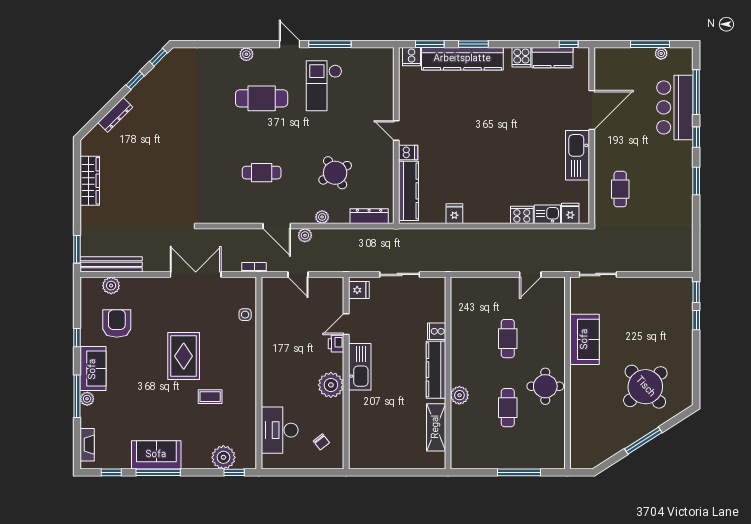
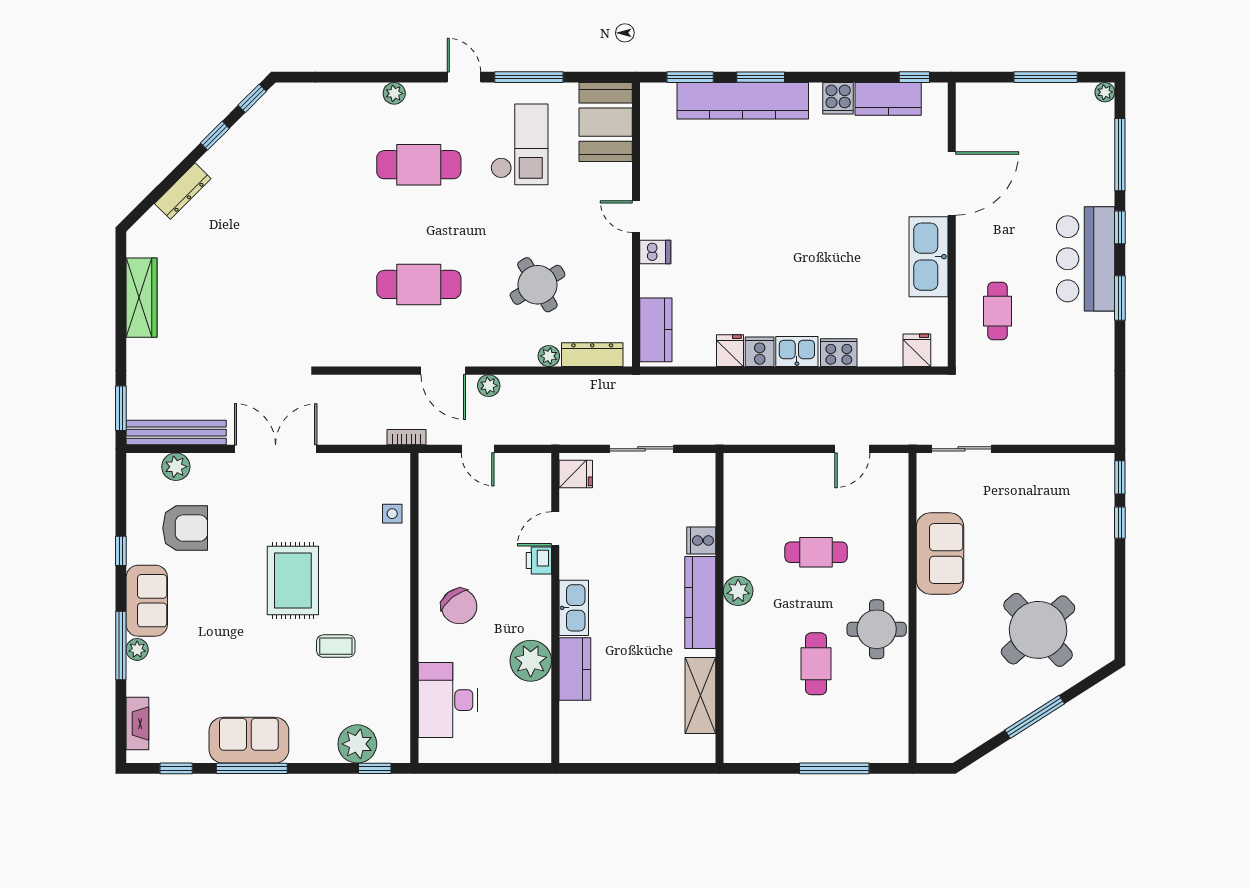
plant: (661, 53) -> (1105, 92), moved
cooker: (412, 57) -> (760, 352), moved, turned 180
booth: (377, 72) -> (606, 122), added
checkout: (324, 86) -> (519, 144), turned 180
bar counter: (675, 107) -> (1086, 259), moved
cafe table: (262, 173) -> (419, 284), width x1.37, depth x1.35
kitchen counter: (409, 191) -> (656, 330), width x0.67
kitchen sink: (547, 214) -> (797, 352), moved
plant: (322, 217) -> (549, 356), moved
double door: (196, 274) -> (276, 449), moved
armchair: (117, 324) -> (185, 528), turned 90
cafe table: (508, 339) -> (816, 552), turned 90
kitchen sink: (360, 367) -> (574, 608), width x0.73, depth x0.81
plant: (331, 385) -> (531, 661), moved
plant: (459, 395) -> (738, 591), moved
kitchen counter: (358, 411) -> (575, 669), added
chair: (321, 442) -> (459, 606), moved, width x1.87, depth x1.87

